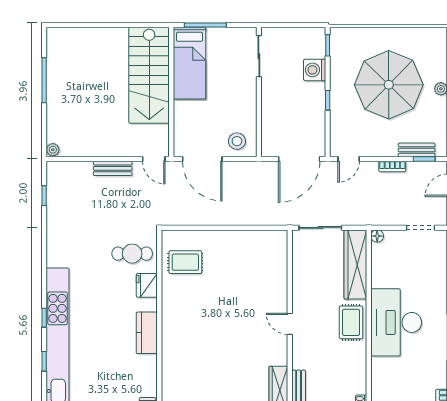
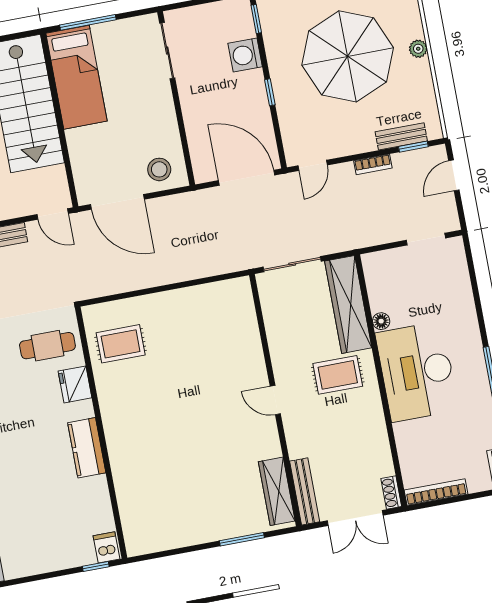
door: (299, 159) -> (247, 178), swing flipped
floor lamp: (377, 236) -> (381, 321), moved
rug: (351, 322) -> (338, 375), moved, turned 90

